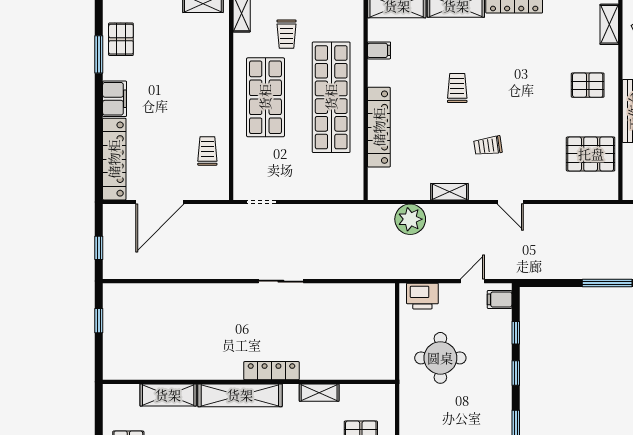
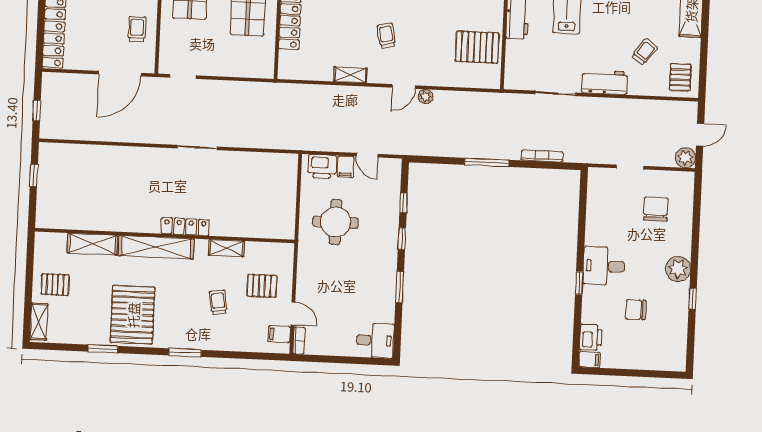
trolley: (488, 146) -> (386, 36), turned 86
door: (160, 202) -> (120, 74), moved
door: (510, 202) -> (404, 87), hinge flipped
plant: (410, 219) -> (426, 97), moved, width x0.53, depth x0.53
door: (472, 281) -> (367, 155), swing flipped
filing cabinet: (500, 299) -> (346, 167), moved, turned -90

